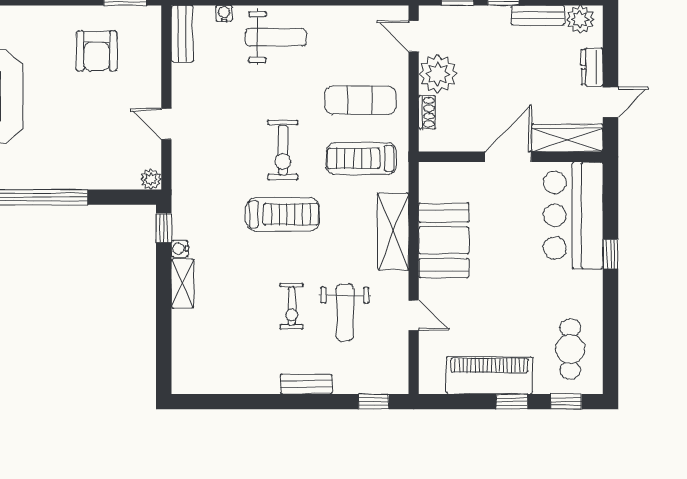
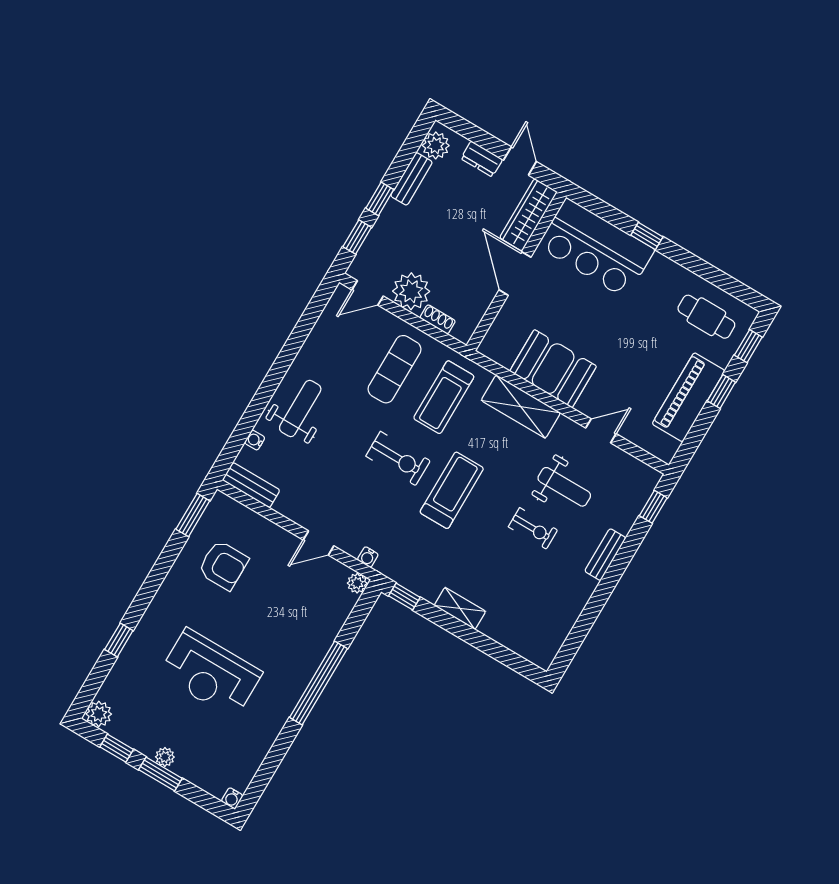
water cooler: (180, 249) -> (368, 557), moved

